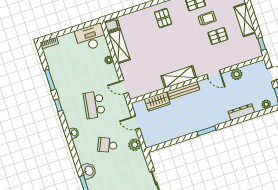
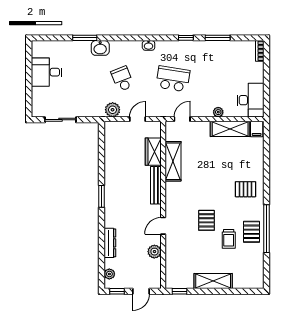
pallet: (218, 36) -> (206, 220), moved
shelving: (179, 77) -> (173, 161), moved
school desk: (107, 145) -> (122, 79), turned -45

